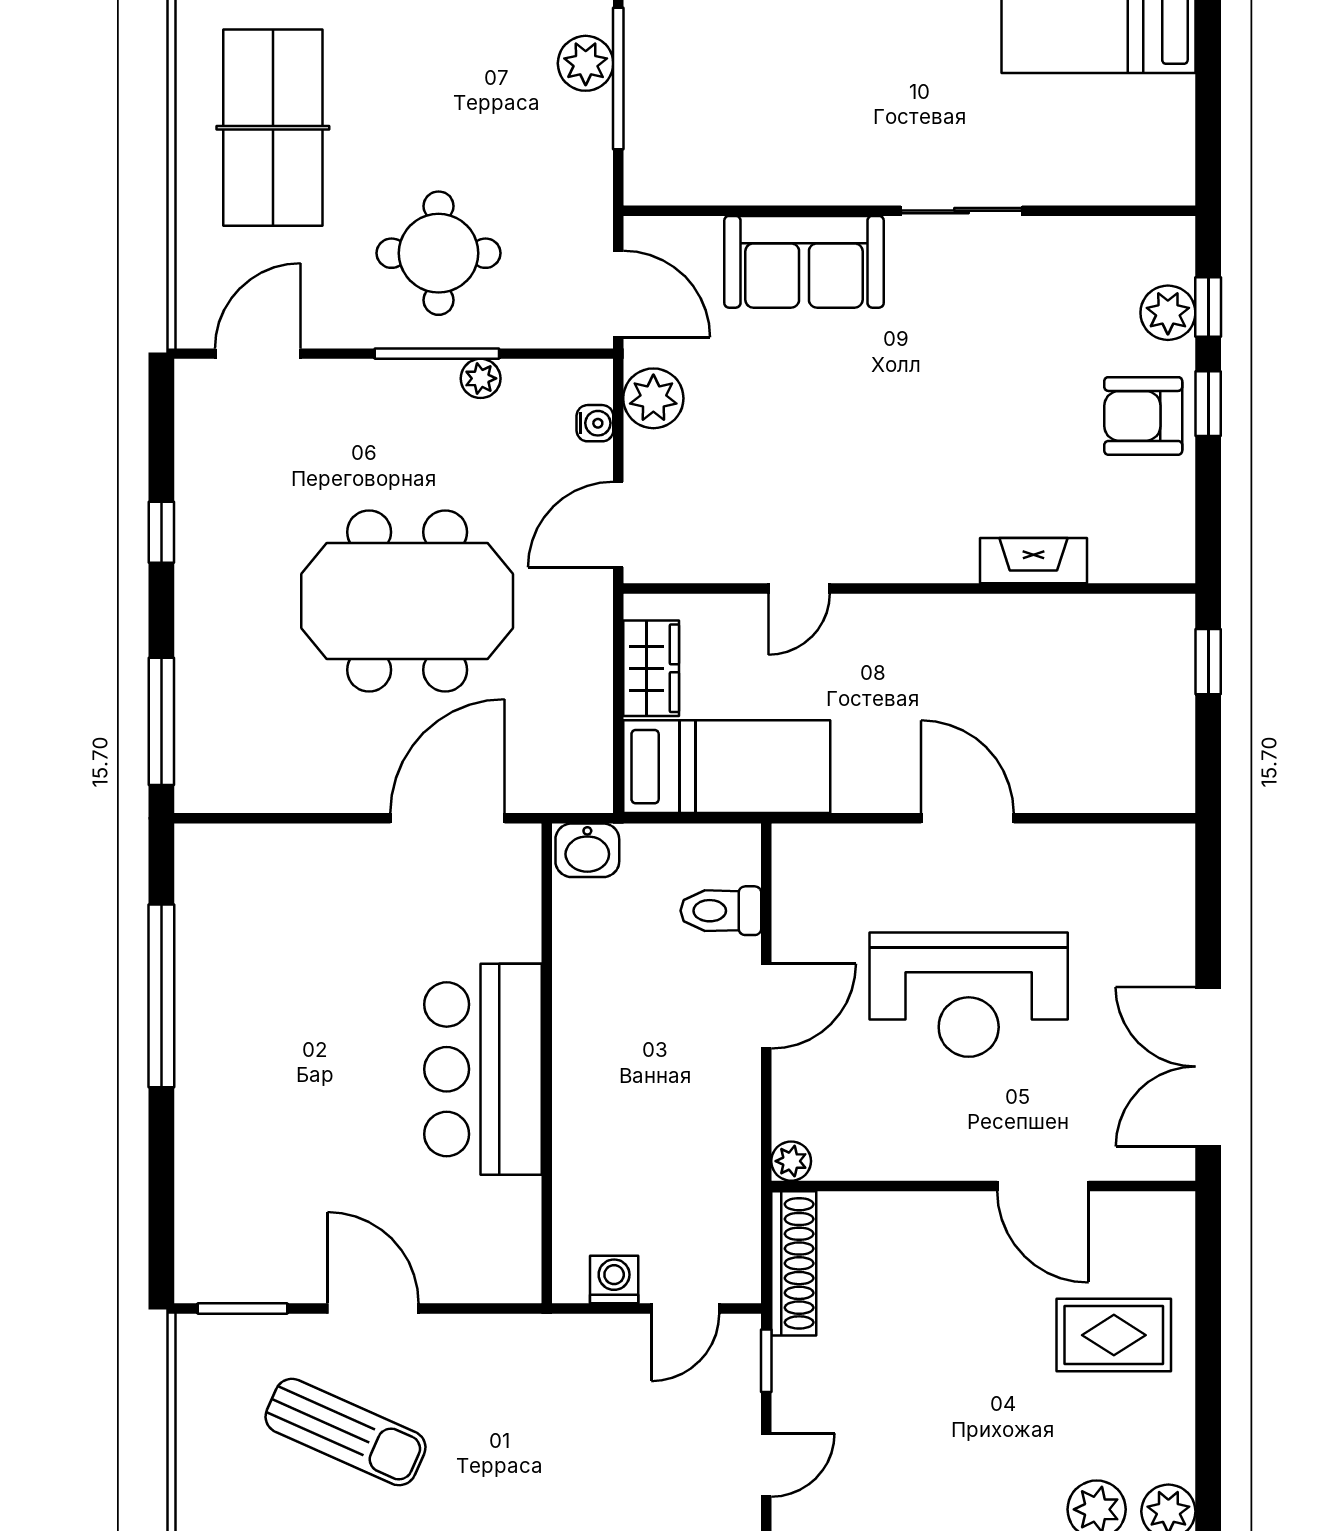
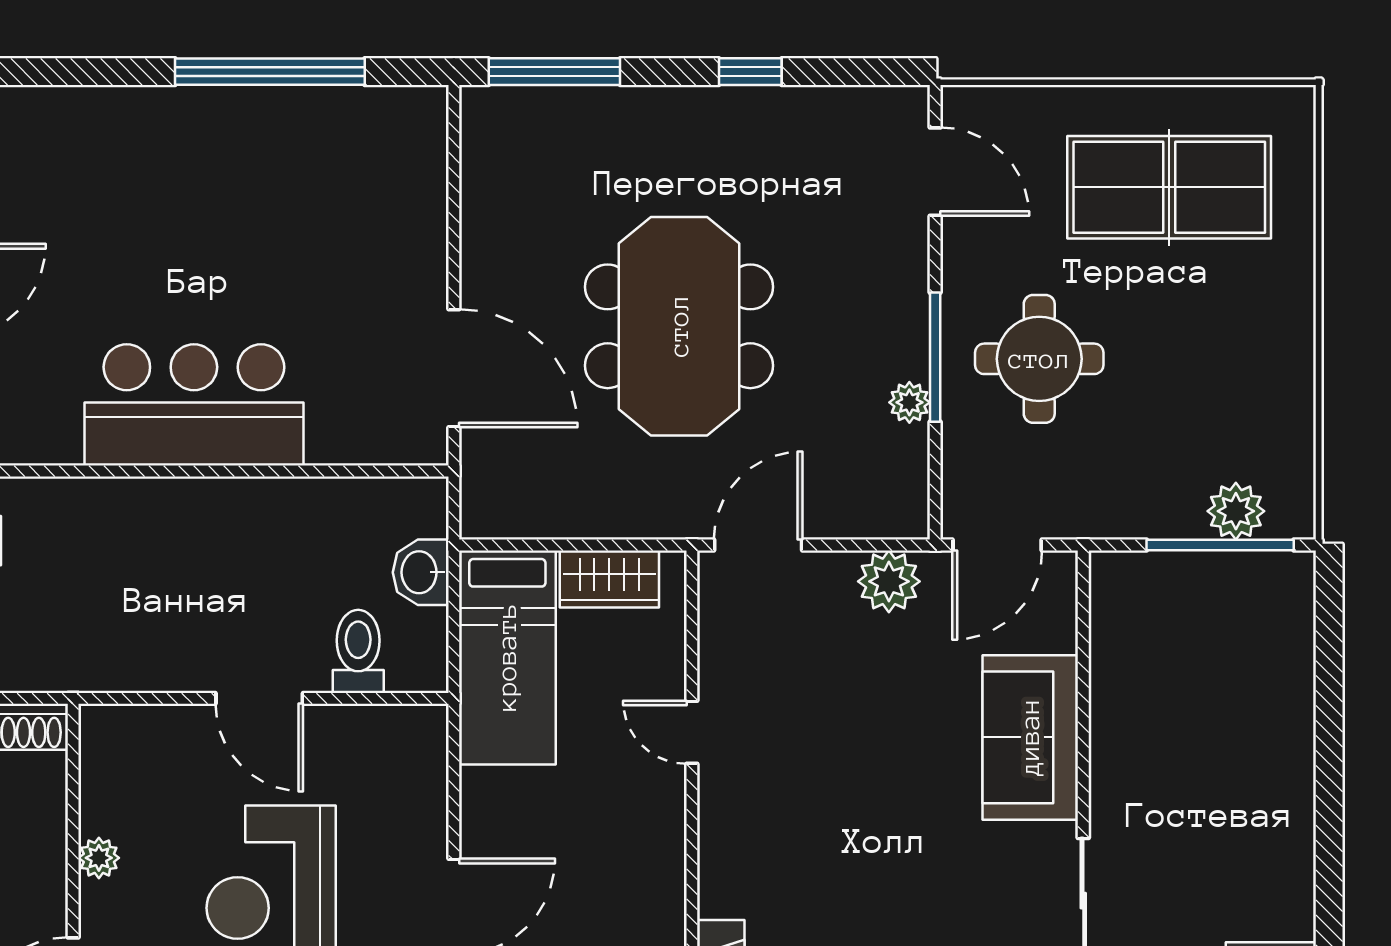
water cooler: (595, 423) -> (863, 521), removed
door: (618, 525) -> (758, 545), hinge flipped
washbasin: (587, 850) -> (421, 572), moved
plant: (791, 1161) -> (99, 858), moved

